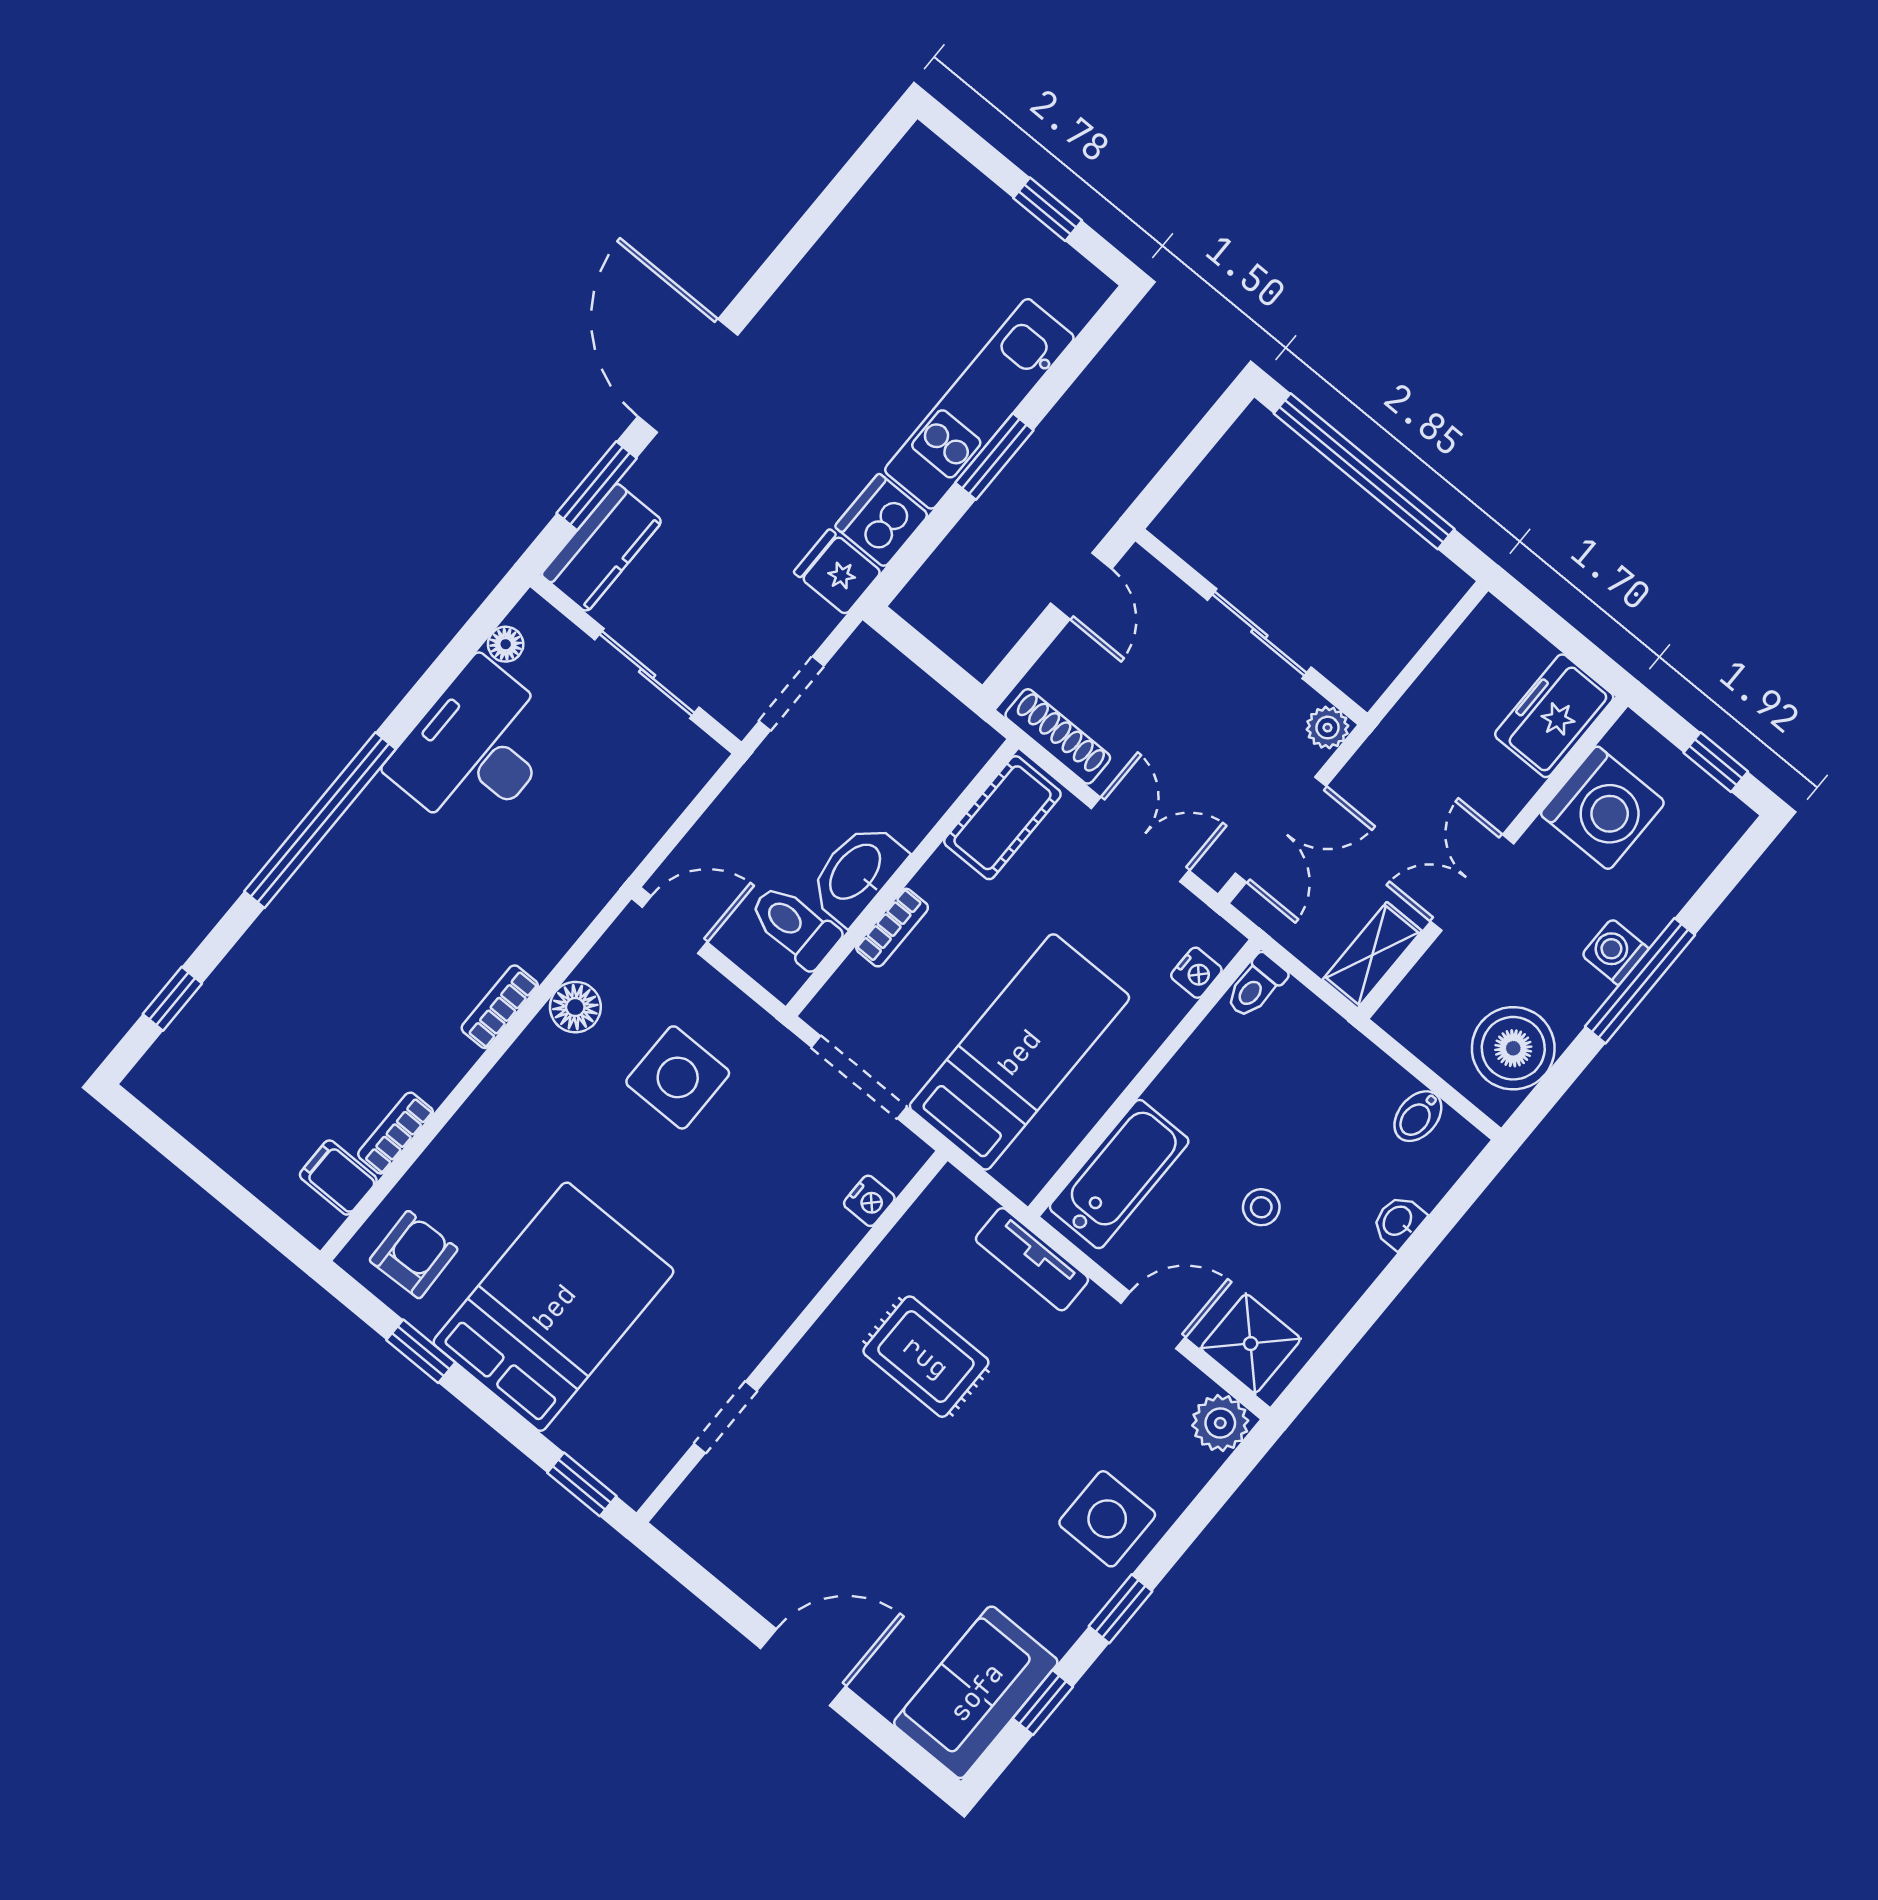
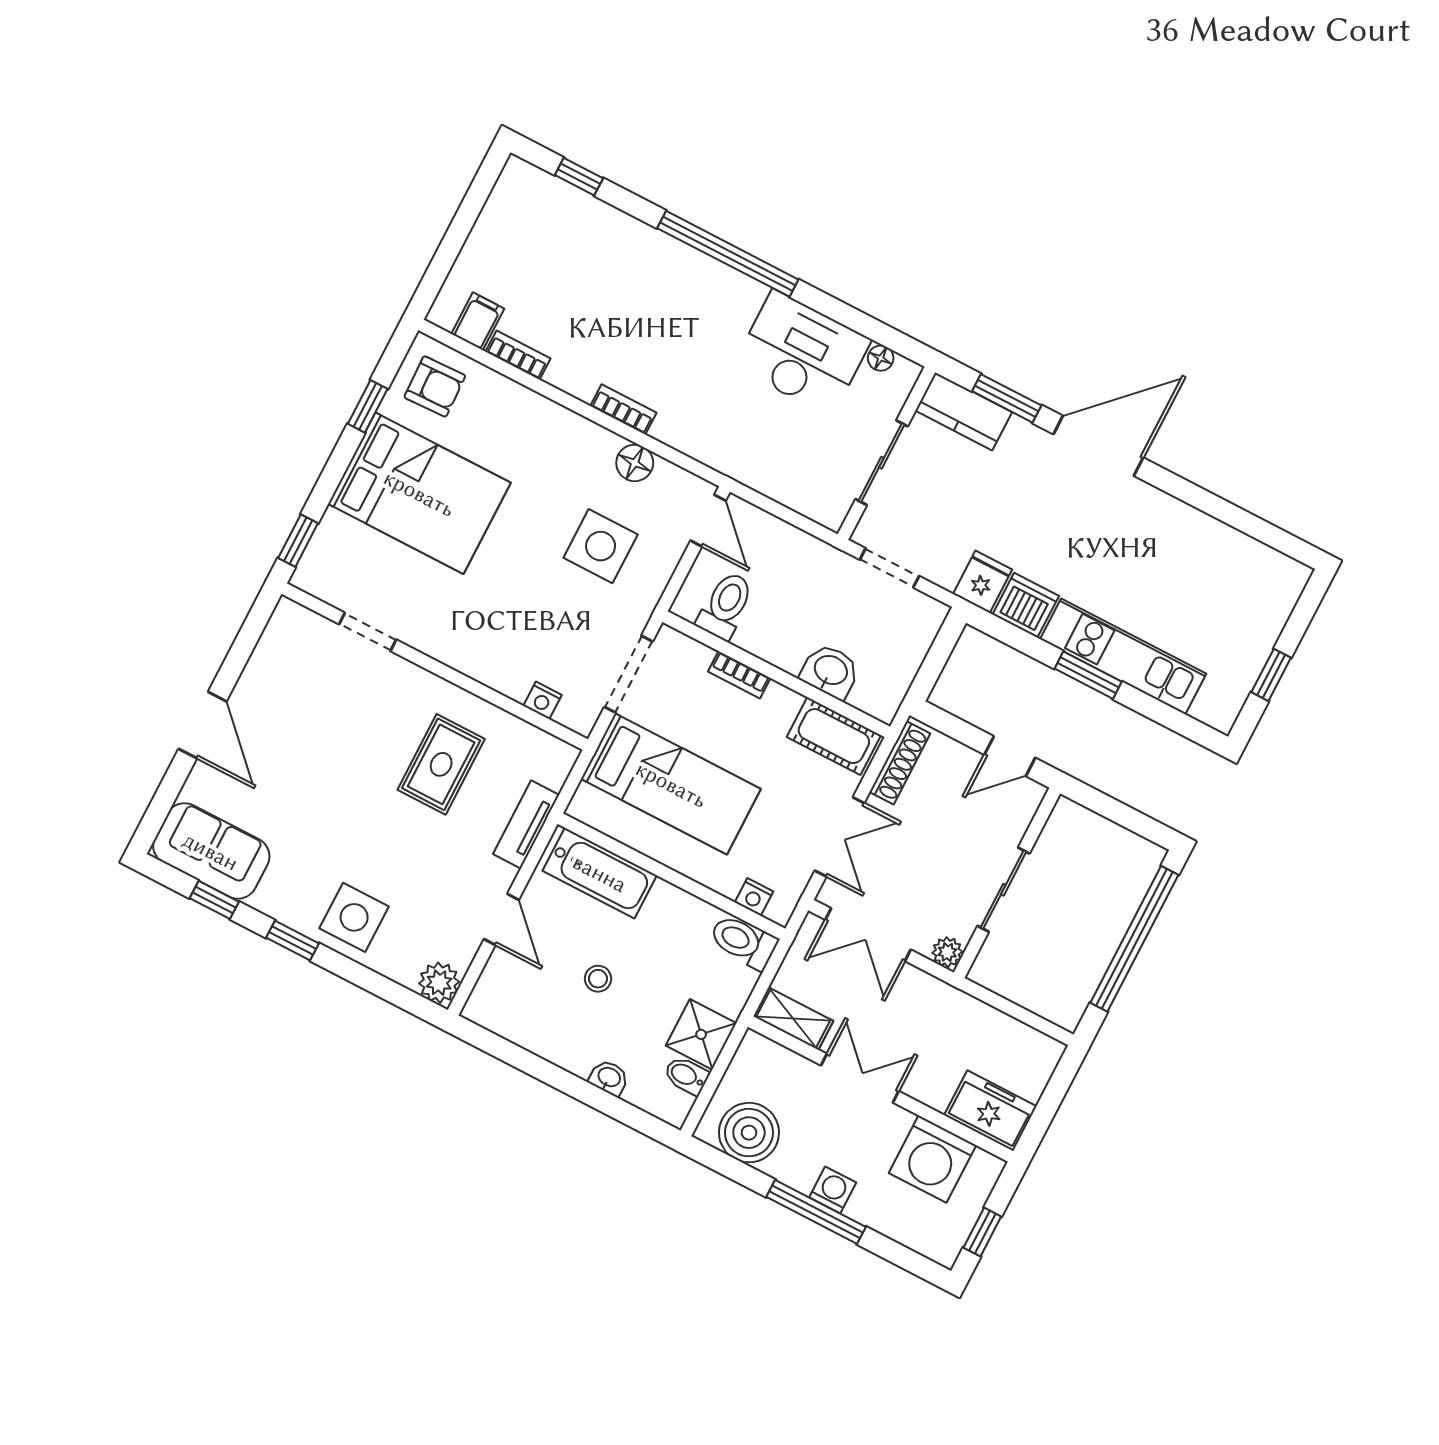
washbasin: (856, 873) -> (830, 671), moved, width x0.72
toilet: (1256, 986) -> (743, 942), width x1.37, depth x1.39
shower: (1251, 1344) -> (701, 1034), moved

